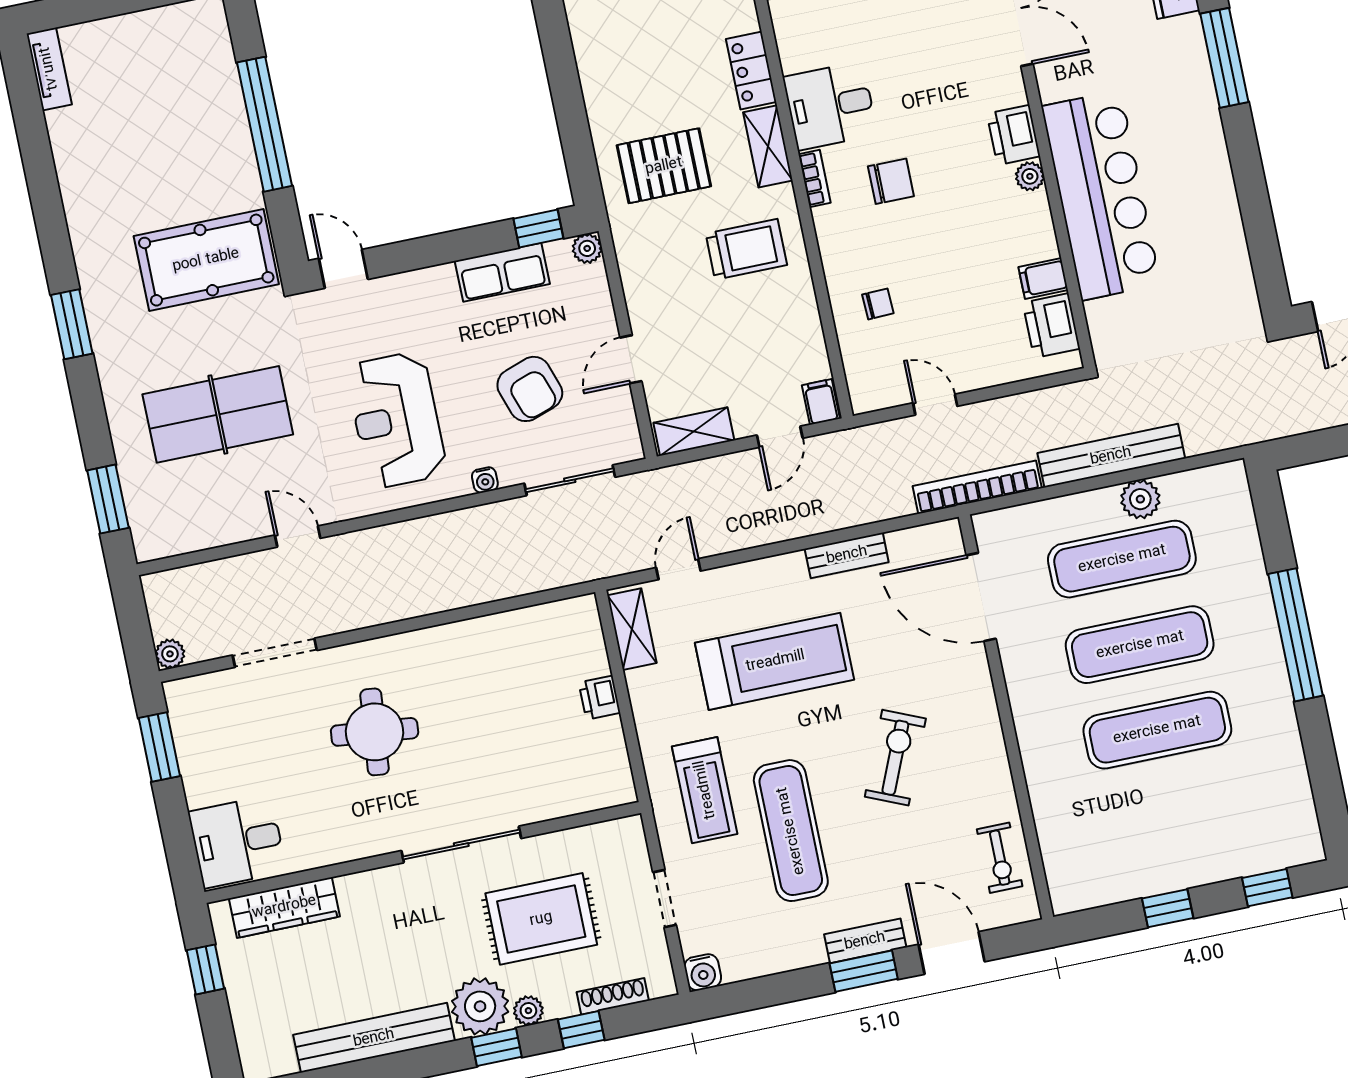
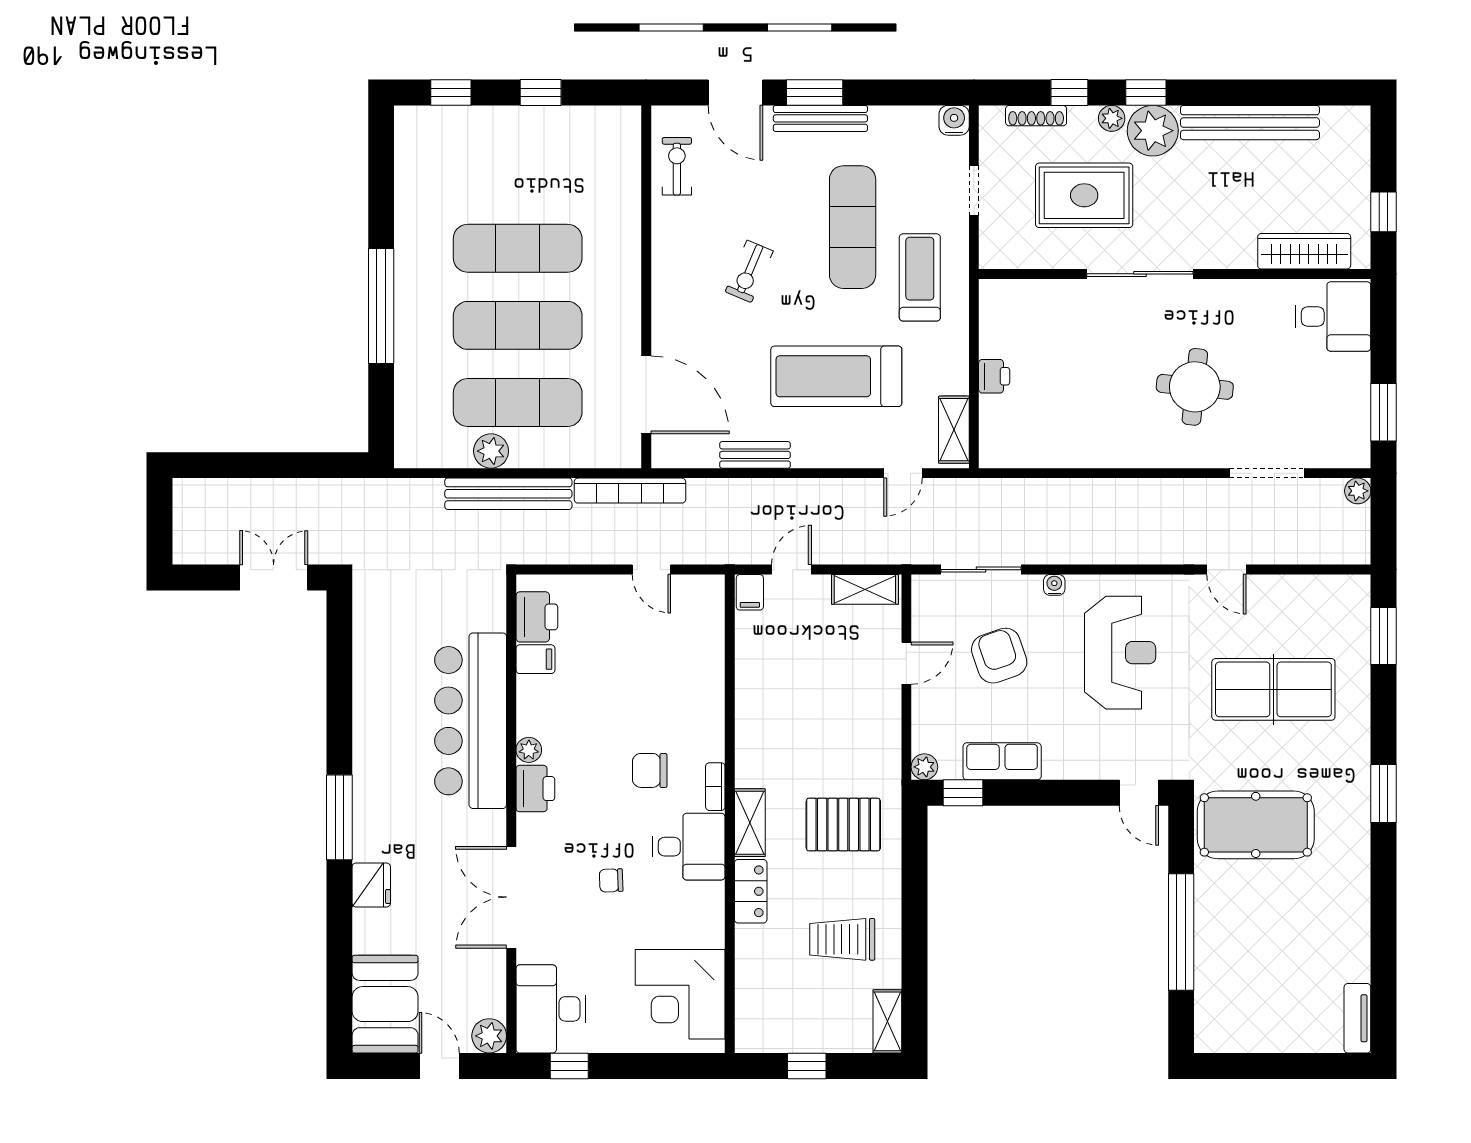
trolley: (746, 249) -> (842, 939), moved
chair: (878, 304) -> (611, 880), moved
exercise bike: (895, 758) -> (749, 271), width x0.73, depth x0.72
bench: (865, 941) -> (820, 118), width x1.36

